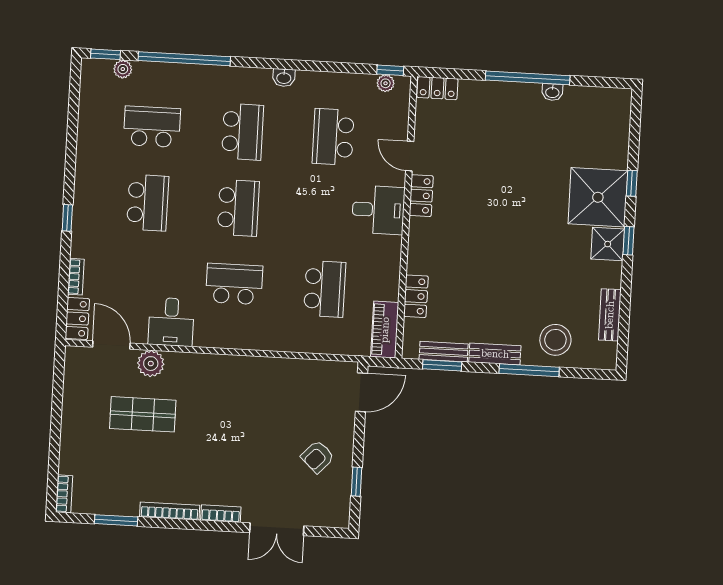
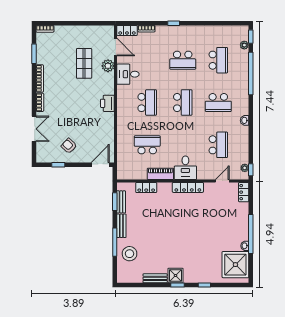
school desk: (333, 137) -> (218, 145), turned 90
door: (410, 156) -> (222, 181), moved
locker: (421, 196) -> (188, 187), width x1.53
shower: (598, 197) -> (235, 265), moved
school desk: (238, 208) -> (183, 103), turned -90
school desk: (325, 289) -> (147, 145), turned 180
bench: (610, 315) -> (155, 278), moved
piano: (385, 330) -> (160, 174), moved
door: (111, 345) -> (116, 47), hinge flipped
printer: (231, 369) -> (107, 103), added
door: (361, 392) -> (100, 165), swing flipped
double door: (277, 529) -> (34, 129), swing flipped

